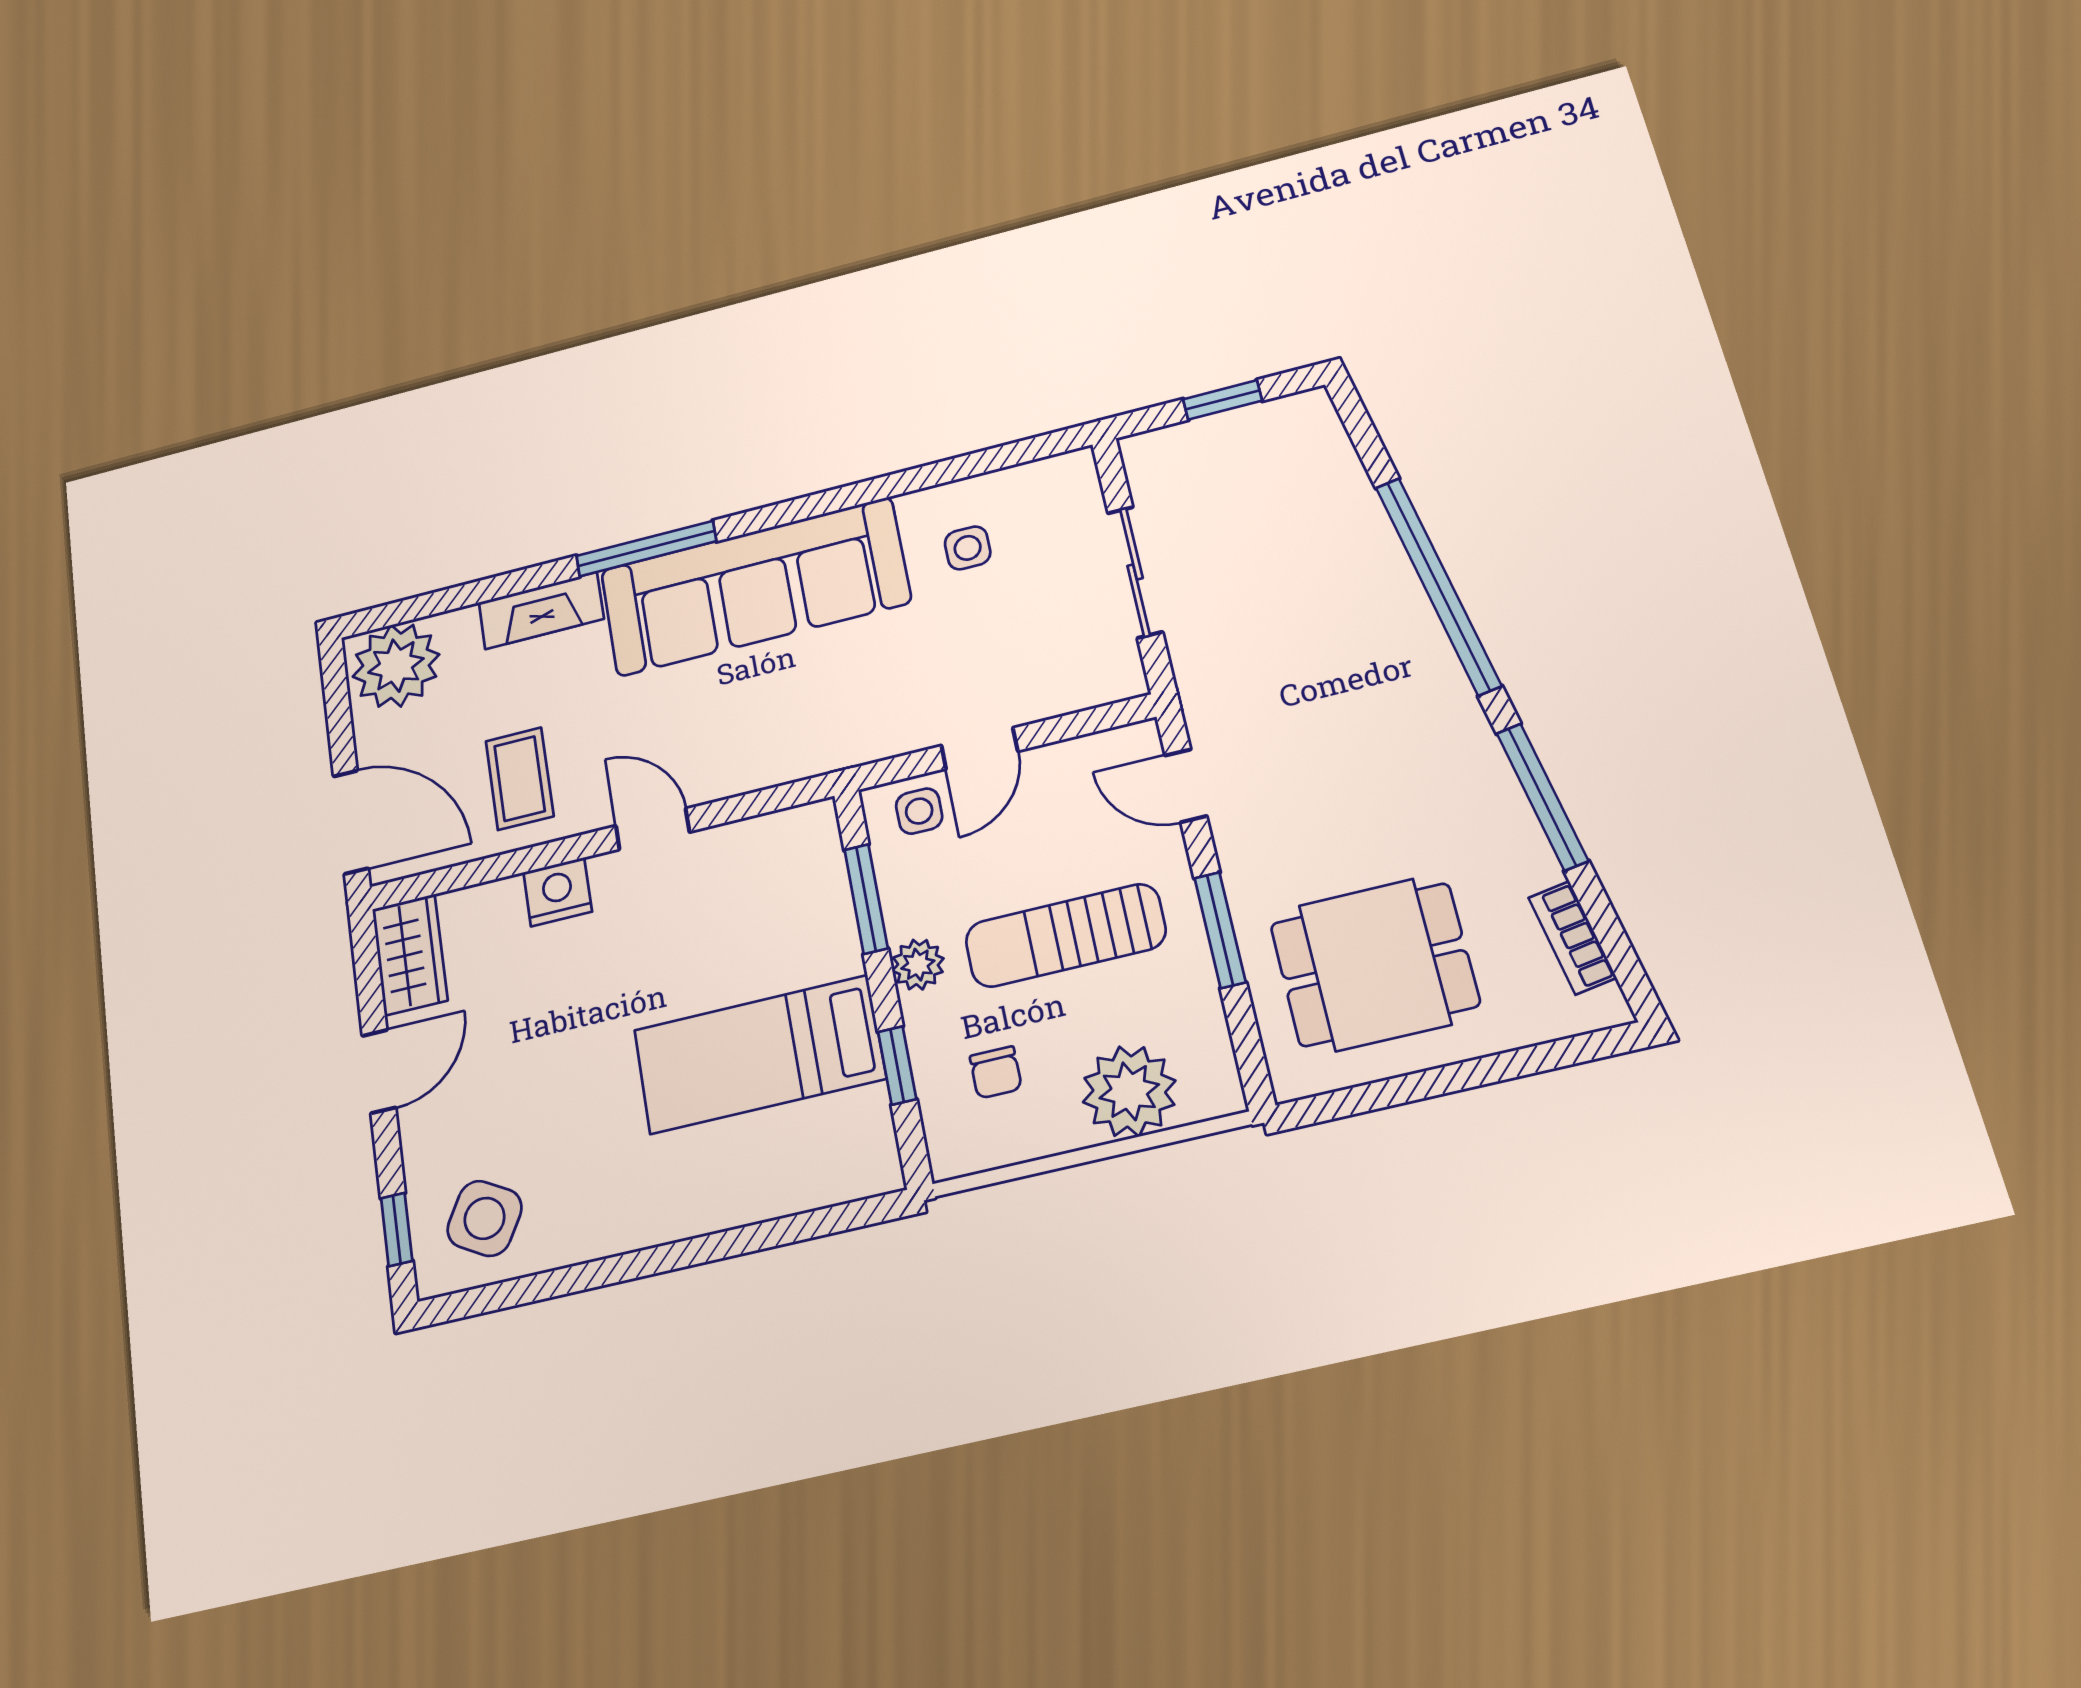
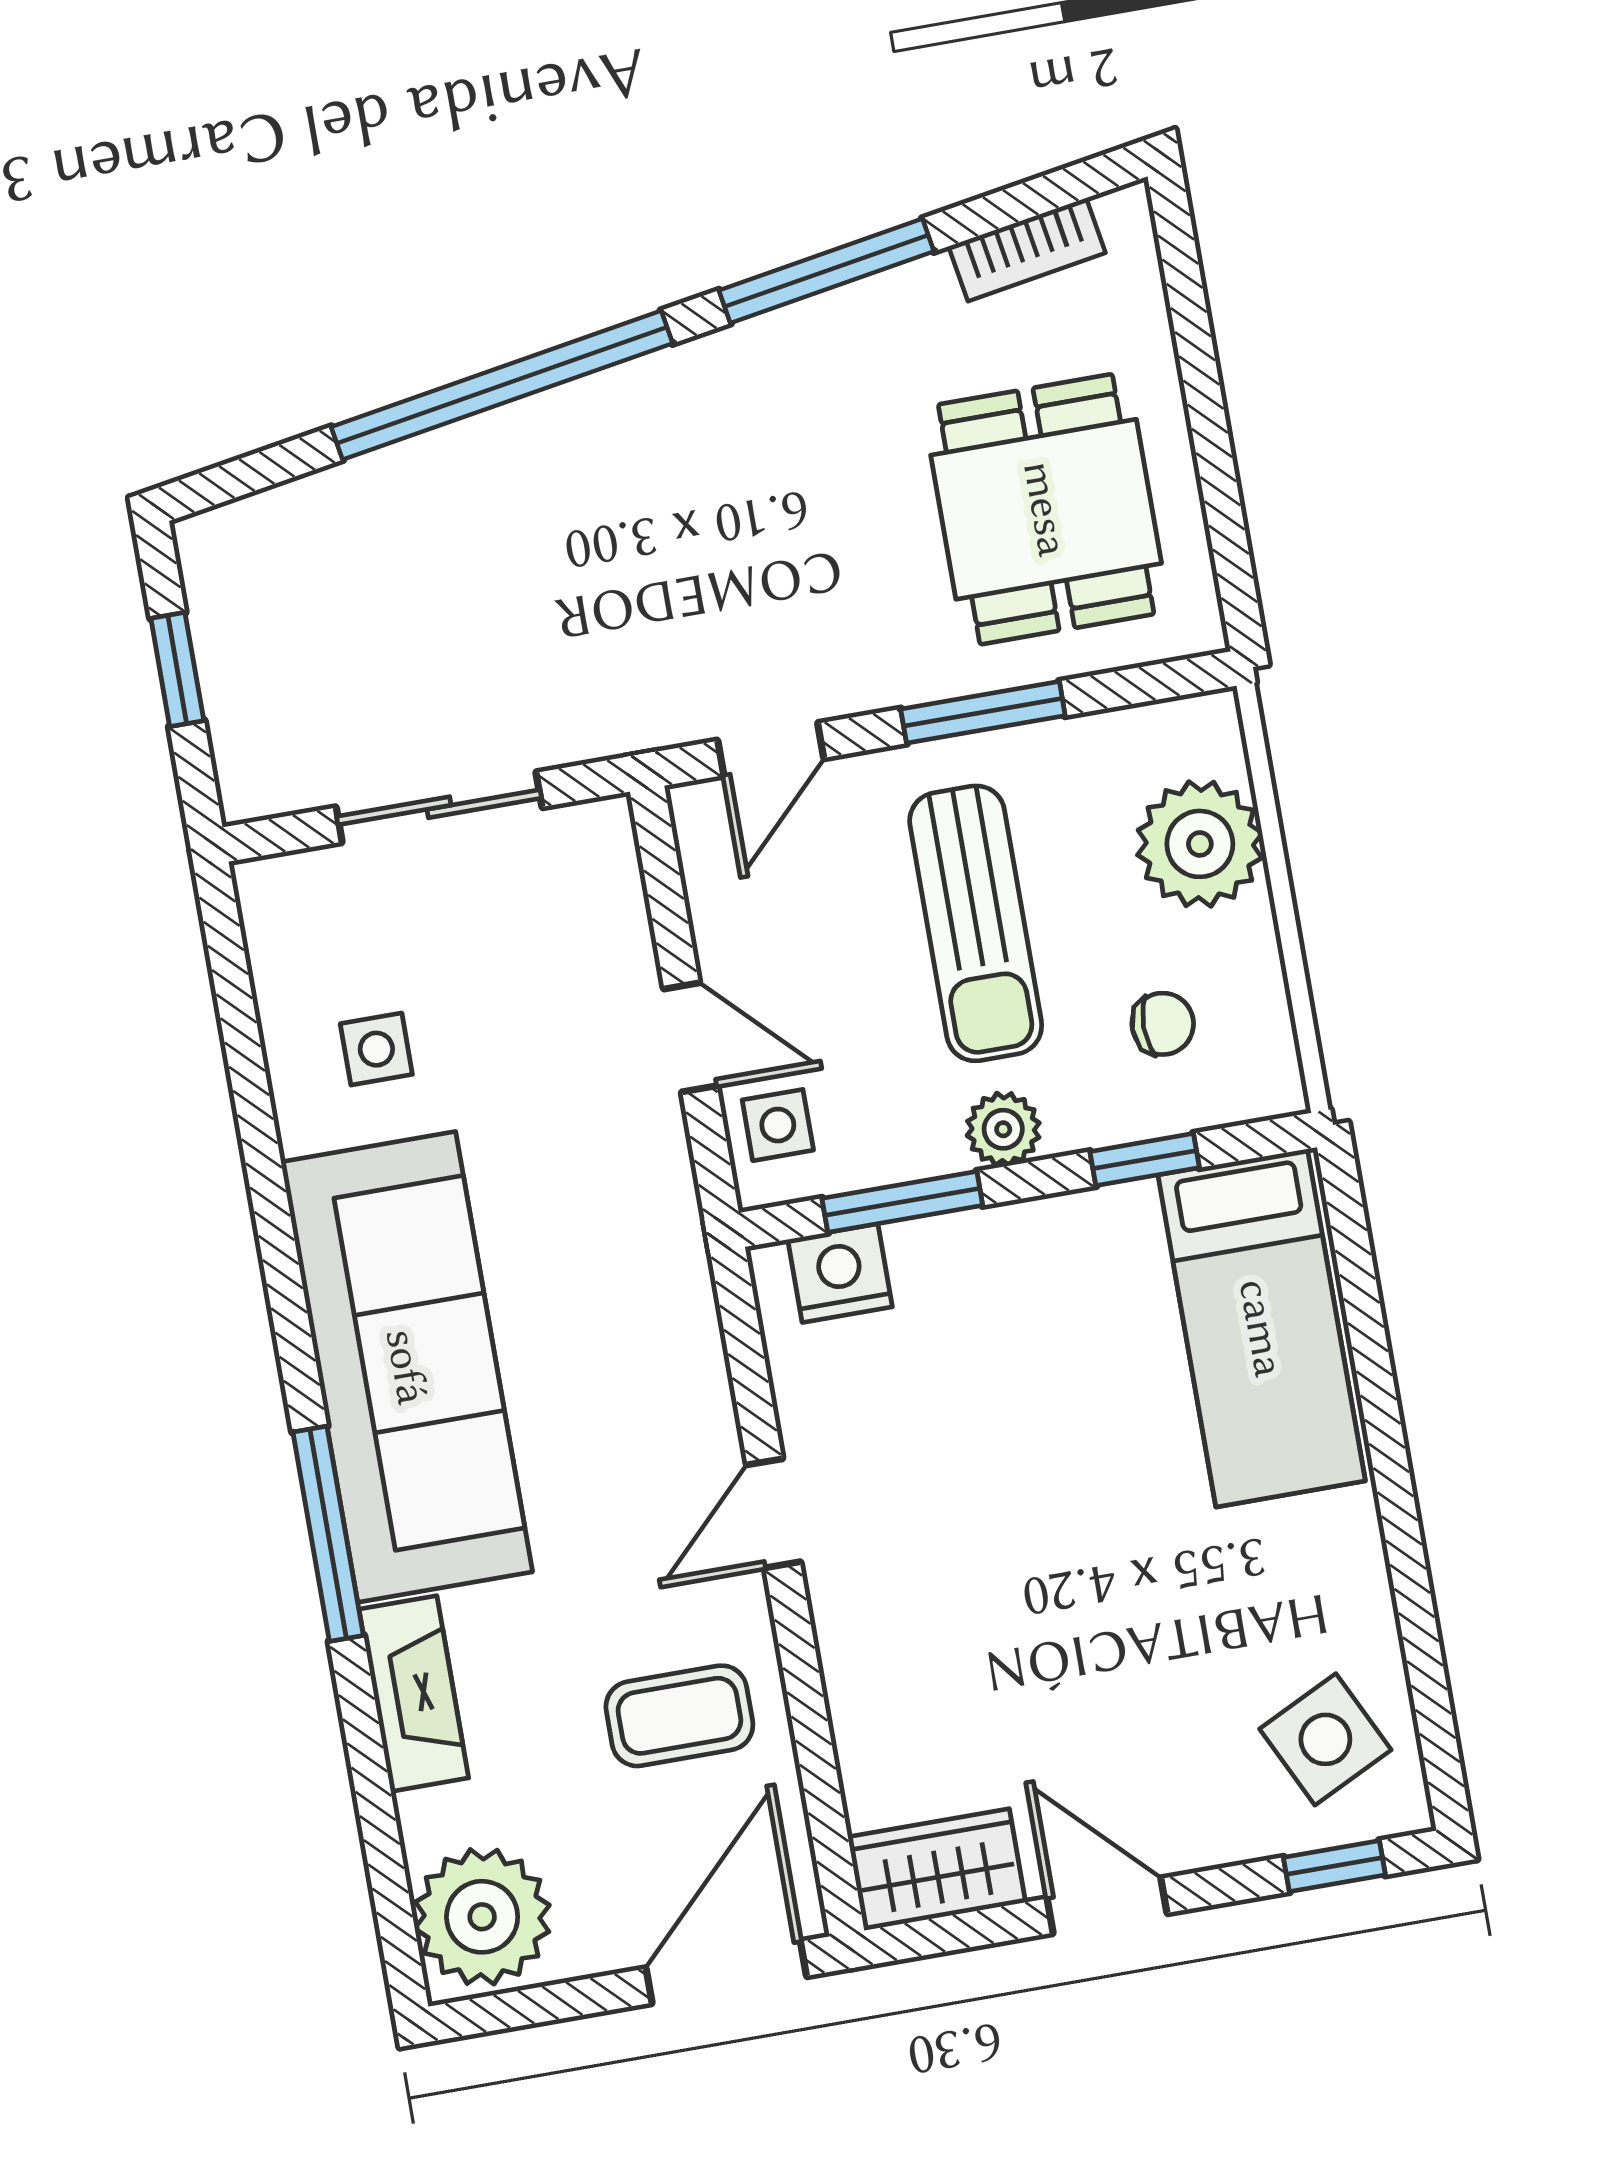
nightstand: (558, 892) -> (840, 1273), moved, turned 90
bed: (759, 1054) -> (1262, 1328), moved
side table: (485, 1218) -> (1325, 1739), turned 34

